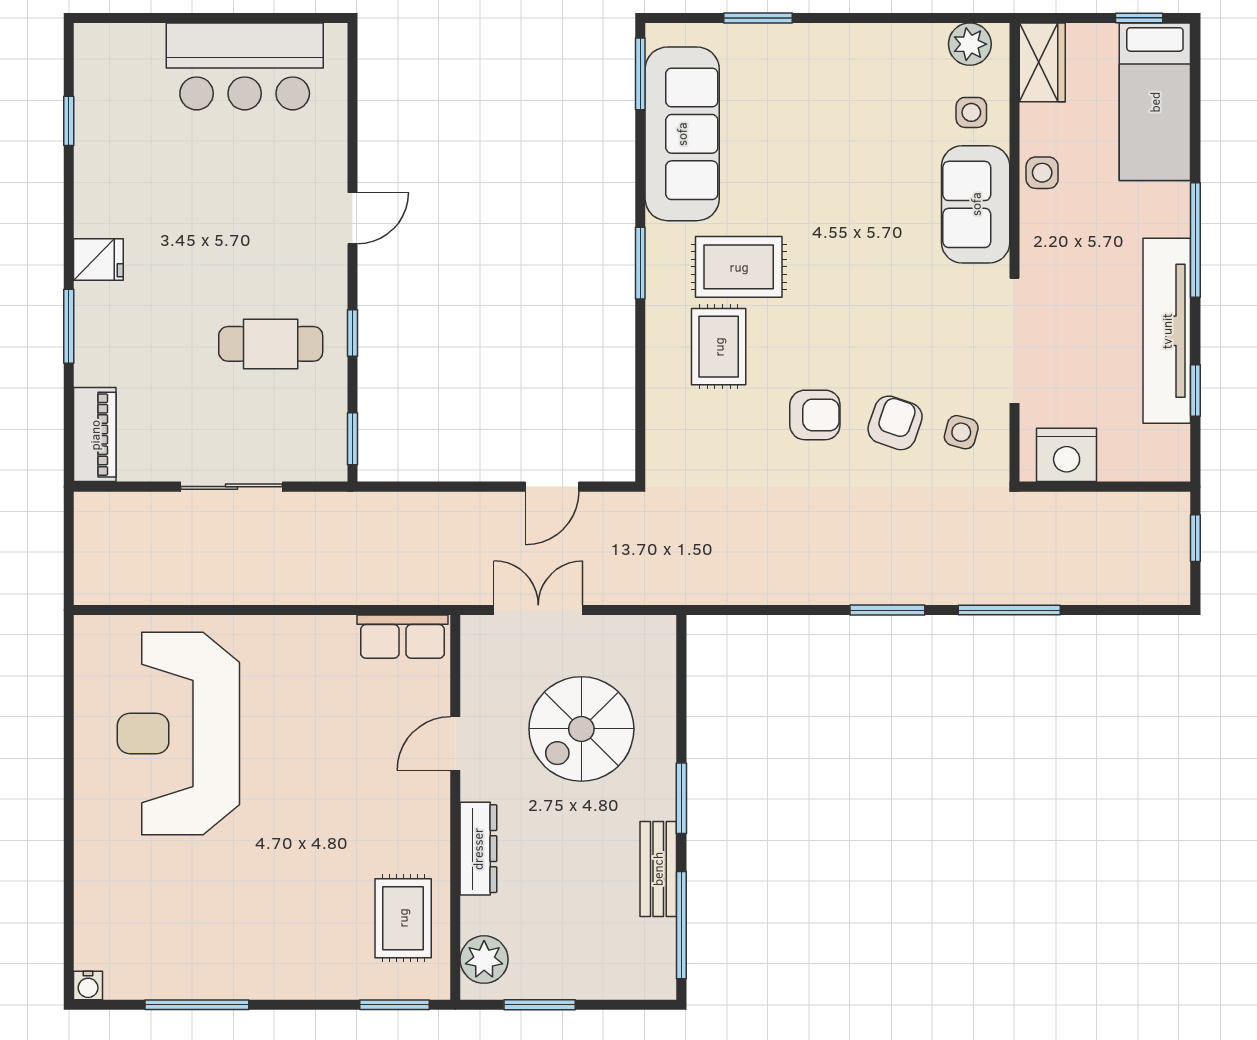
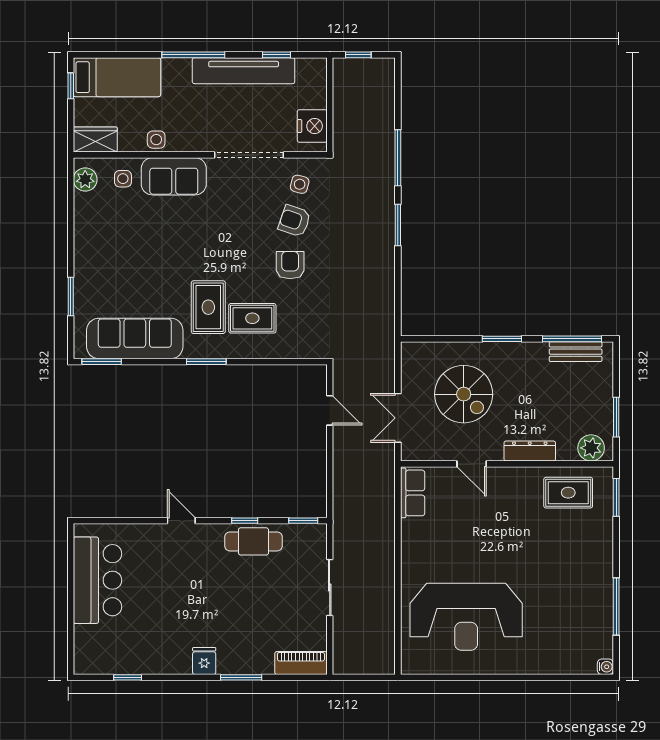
cafe table: (271, 344) -> (253, 541), moved, turned 90
bench: (658, 869) -> (576, 352), moved

